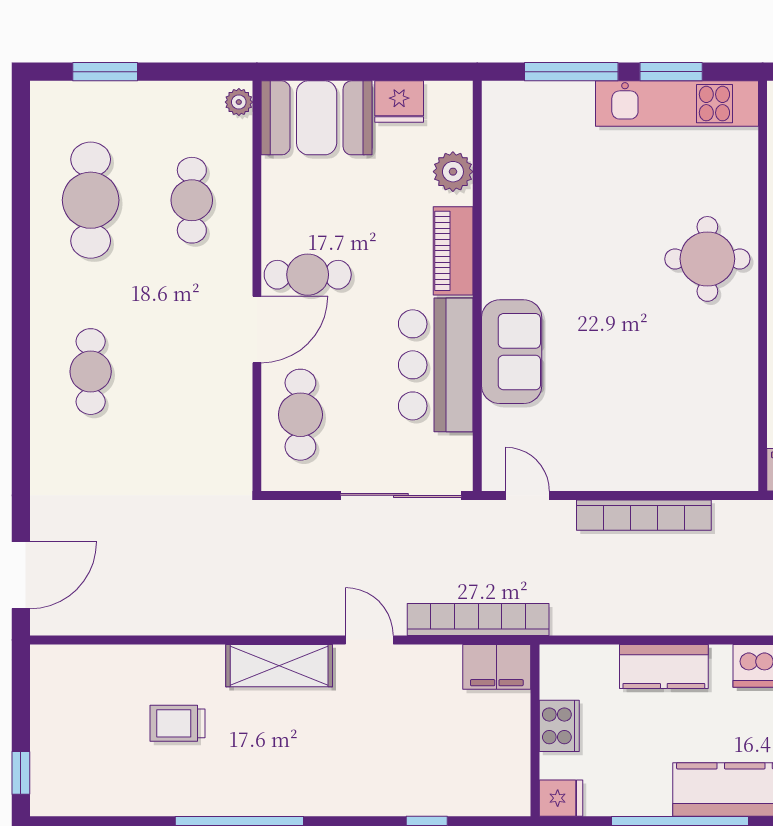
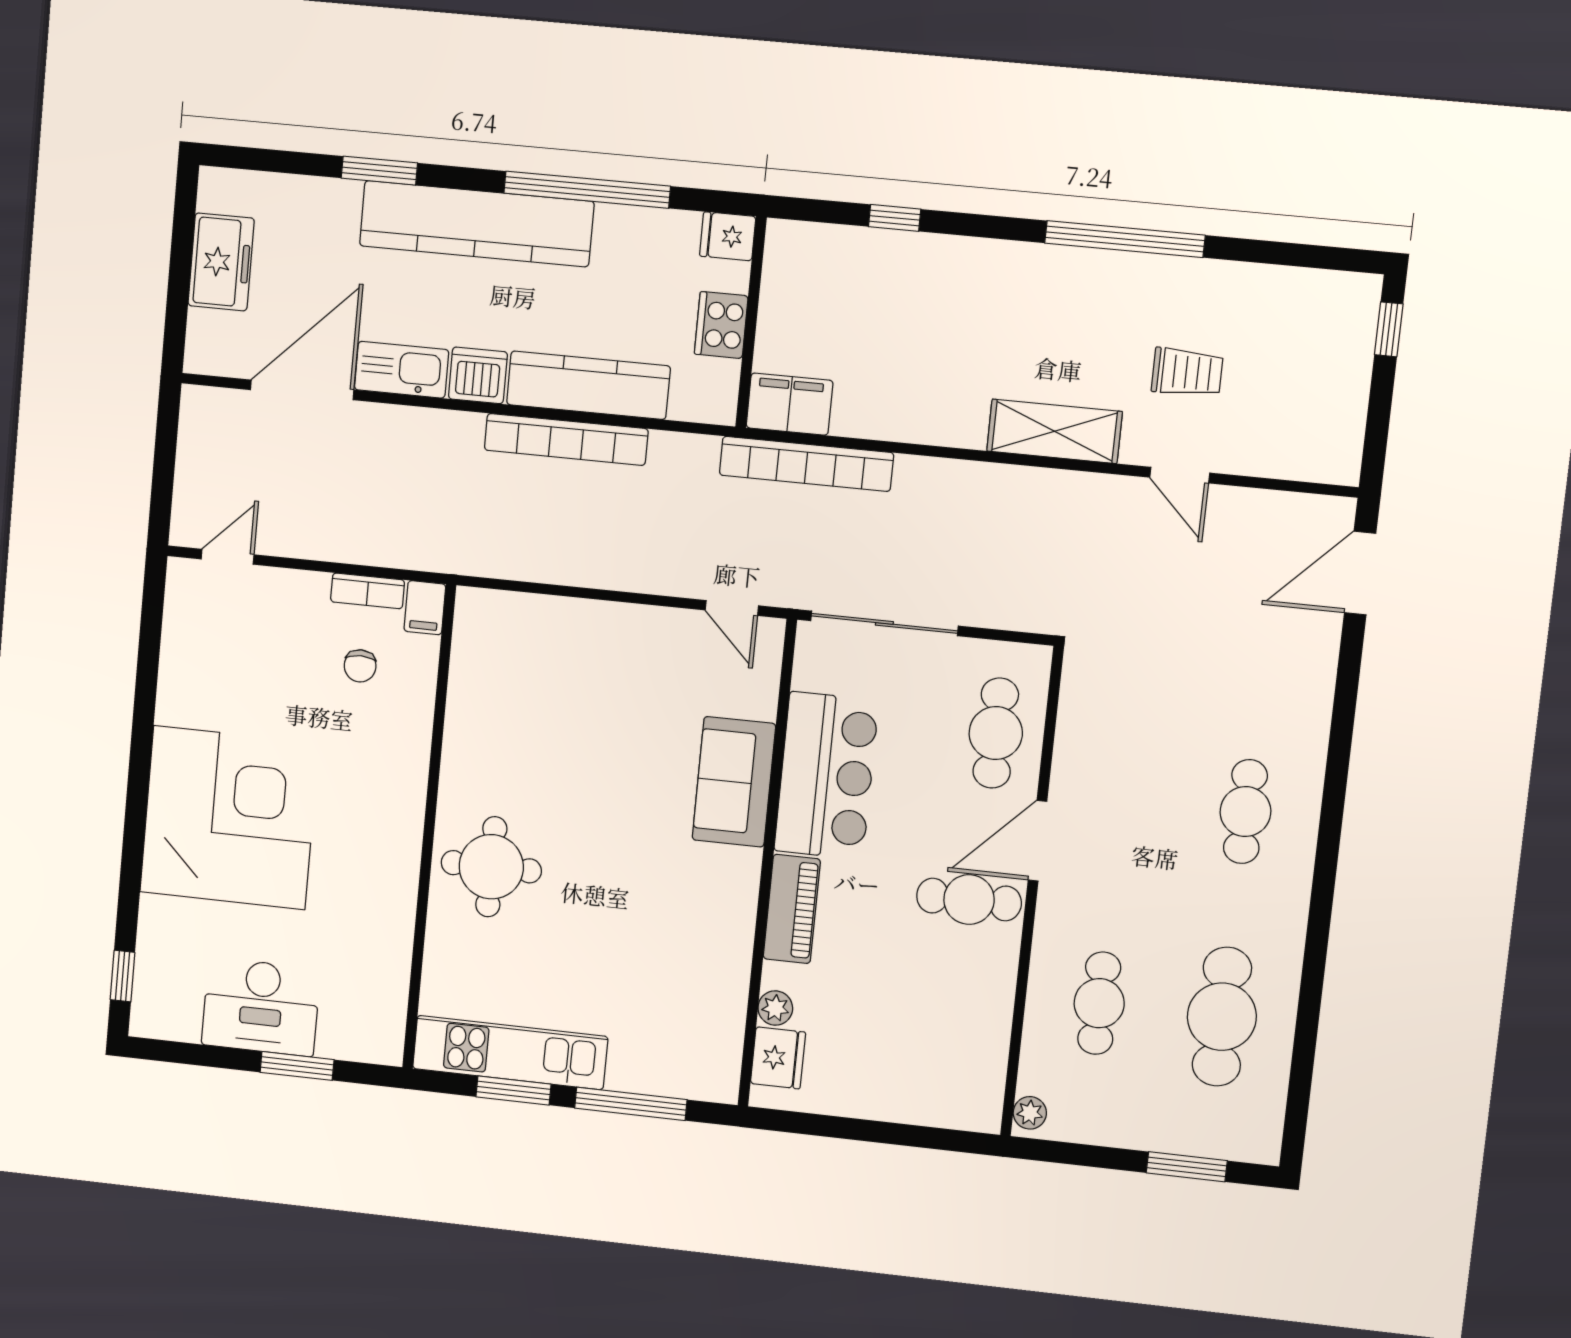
fridge: (399, 102) -> (778, 1058), moved, turned 90
booth: (317, 118) -> (939, 1084), removed
plant: (453, 172) -> (775, 1008), width x0.73, depth x0.73
bookcase: (644, 515) -> (566, 439), moved, turned 180
door: (369, 640) -> (1180, 475), moved
kitchen counter: (664, 666) -> (588, 385), width x1.50

